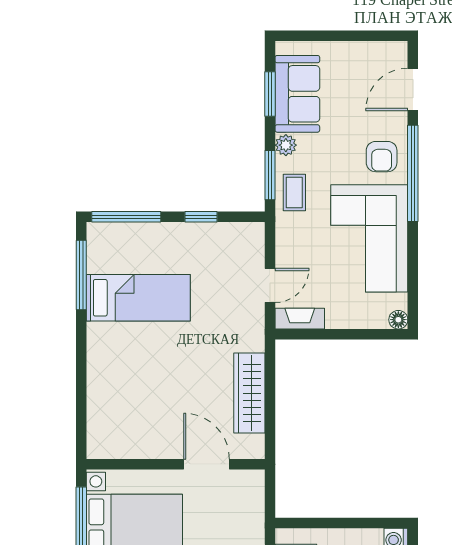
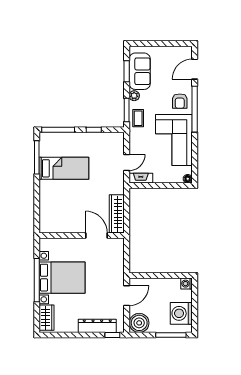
wall: (176, 464) -> (82, 235), moved
door: (207, 464) -> (96, 235), moved

